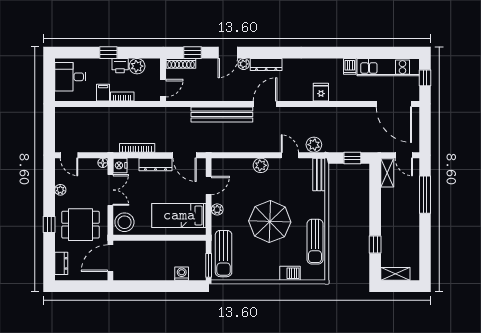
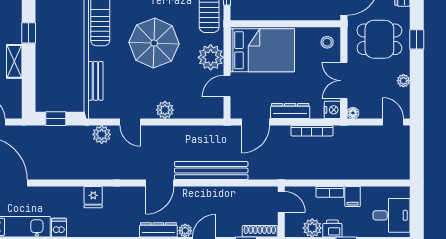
door: (163, 88) -> (281, 202), swing flipped
door: (185, 155) -> (256, 122), swing flipped
shelving: (387, 173) -> (14, 61), moved
bench: (319, 174) -> (95, 81), moved
plant: (217, 209) -> (211, 57), width x1.88, depth x1.88
bed: (179, 215) -> (262, 50), width x1.50
stool: (124, 222) -> (327, 42), width x0.53, depth x0.53
window: (375, 244) -> (29, 33), moved

